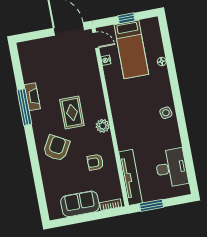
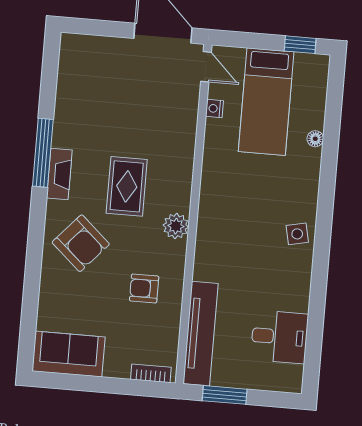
window: (126, 18) -> (300, 45), moved
fireplace: (32, 97) -> (59, 174), moved
armchair: (56, 148) -> (81, 243), turned 103
desk: (171, 168) -> (280, 337), width x0.73
sofa: (80, 204) -> (69, 354), moved

